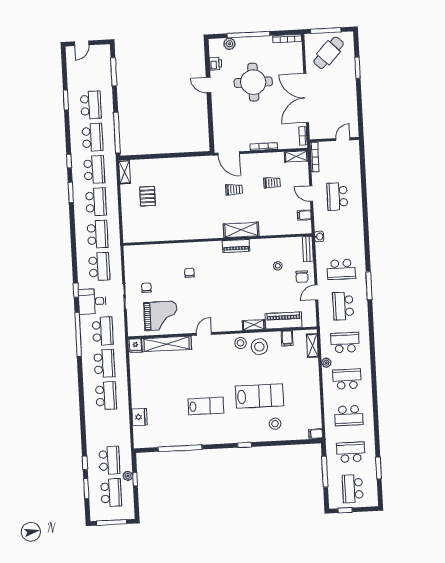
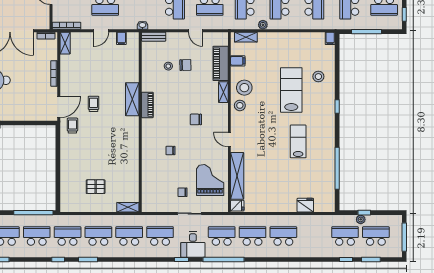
shelving: (125, 172) -> (128, 207), moved
trolley: (272, 183) -> (72, 126), moved
chair: (302, 277) -> (185, 65), moved
chair: (223, 298) -> (196, 119), added

